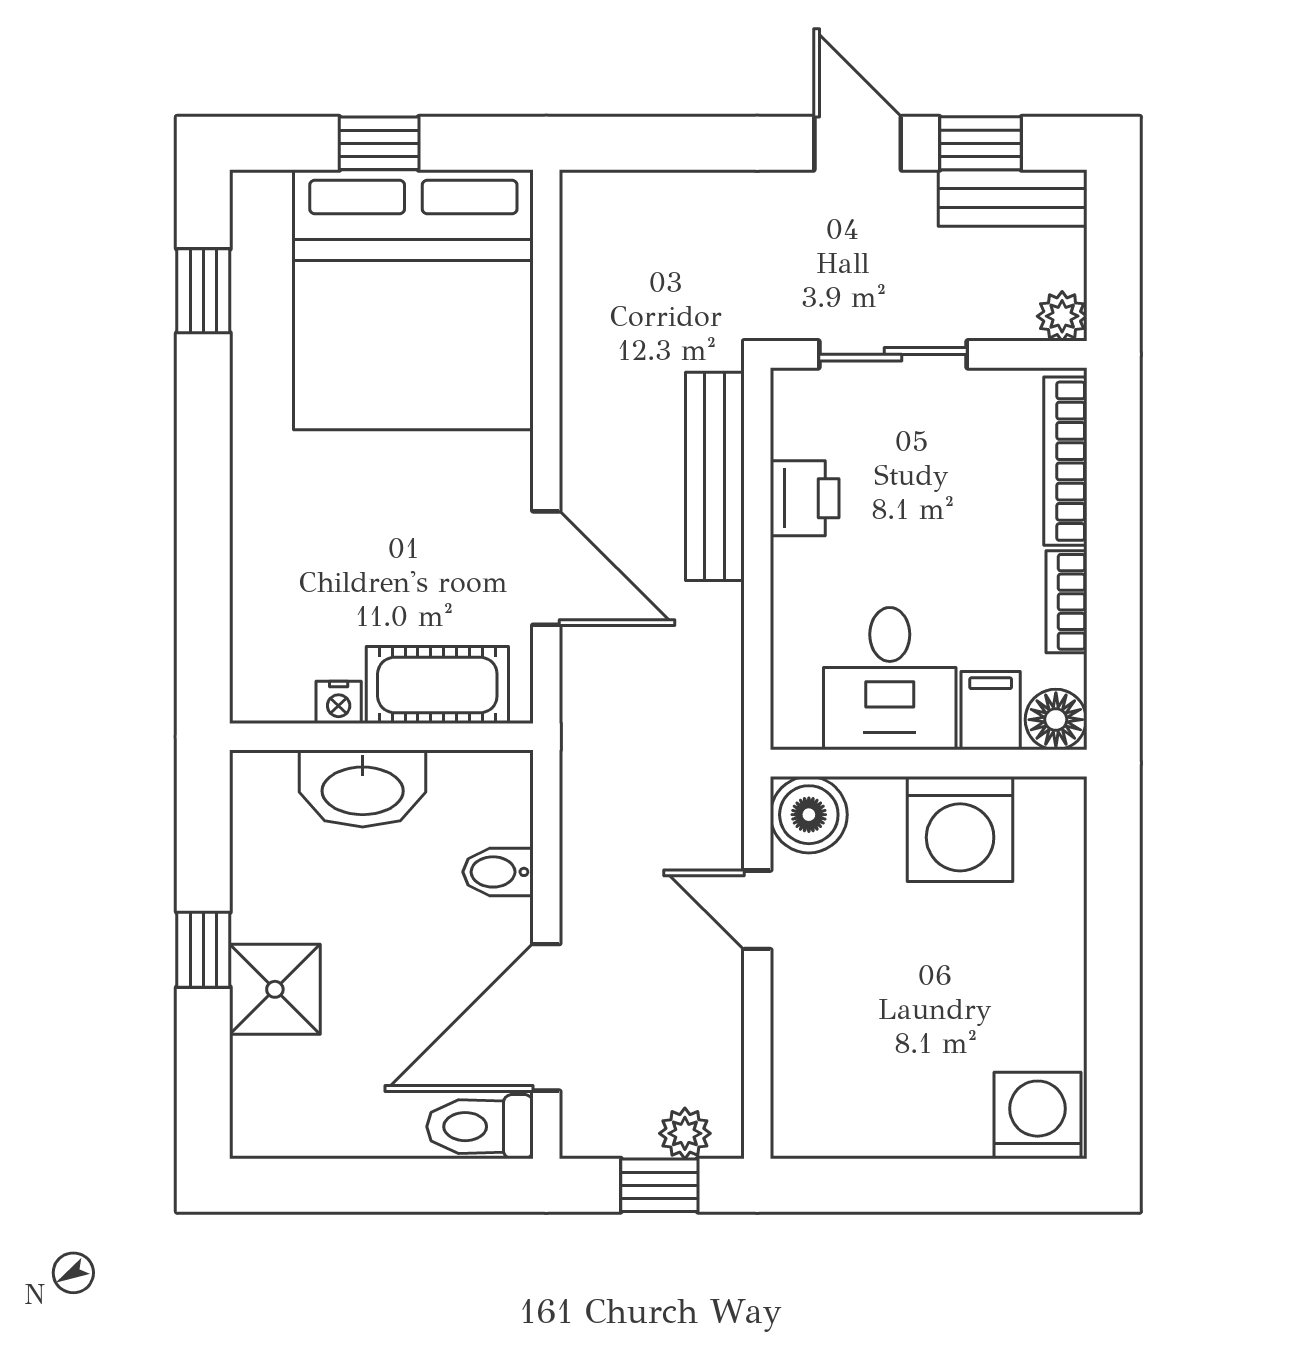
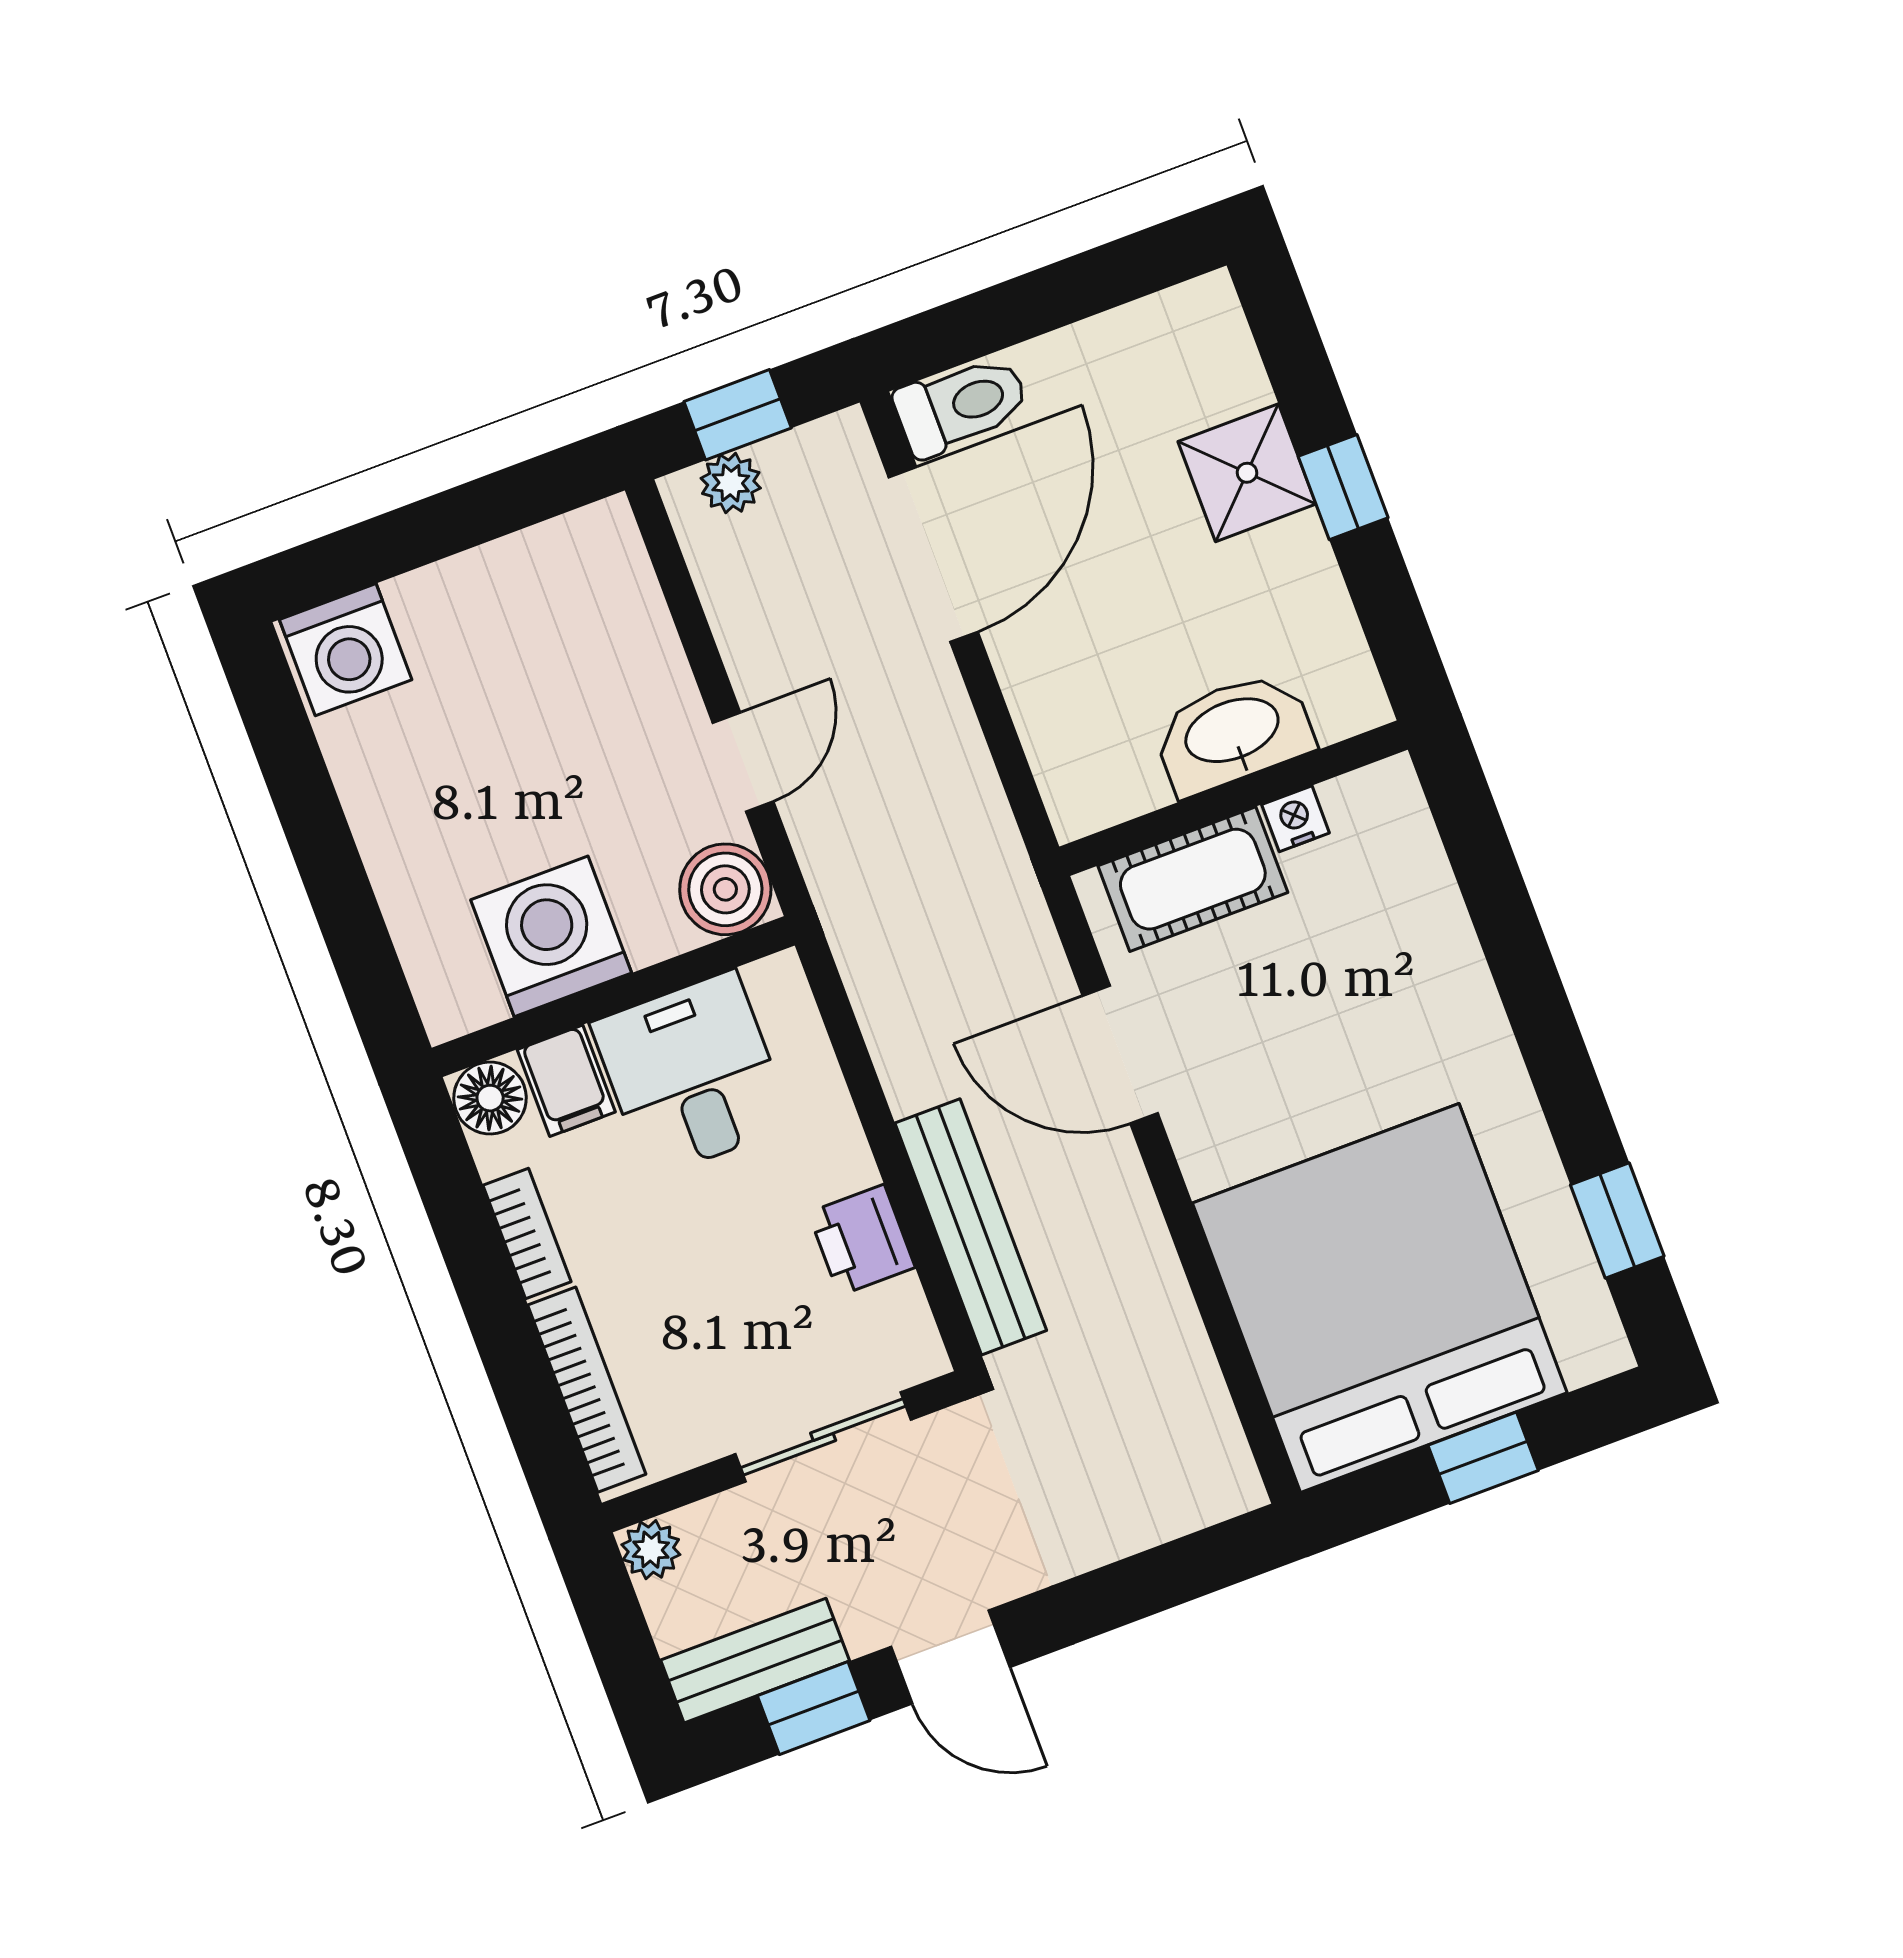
bidet: (498, 872) -> (1048, 696), removed
door: (757, 910) -> (743, 762), hinge flipped

